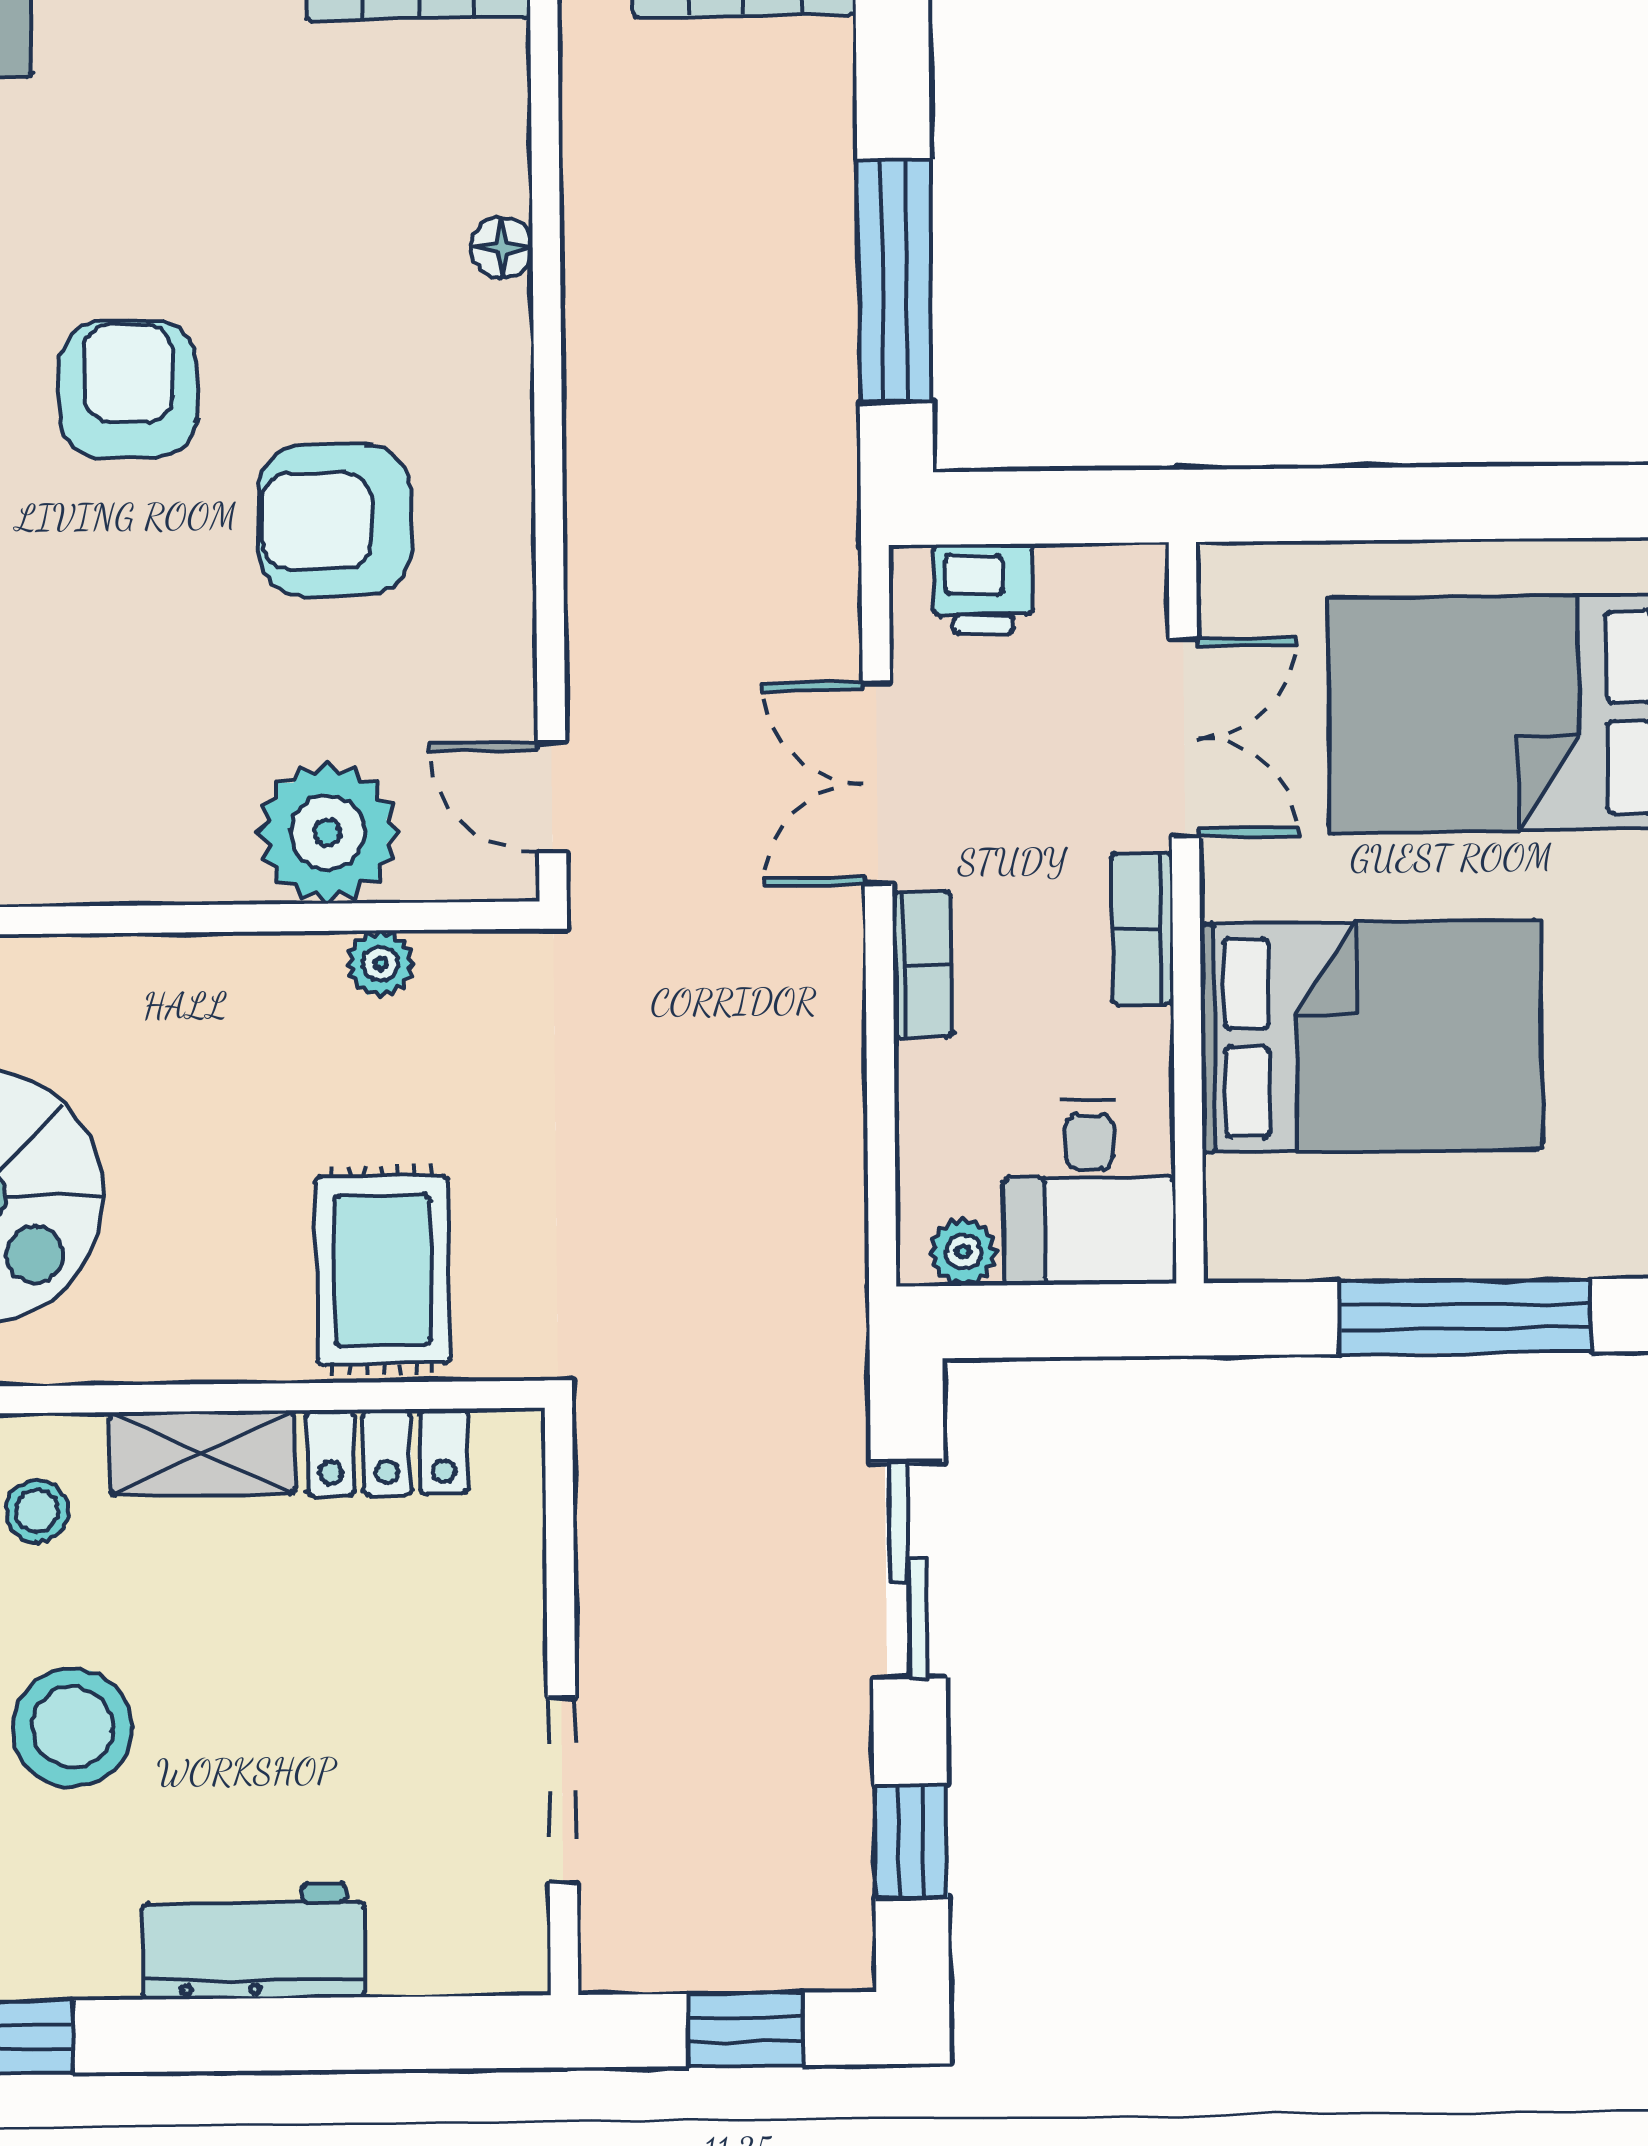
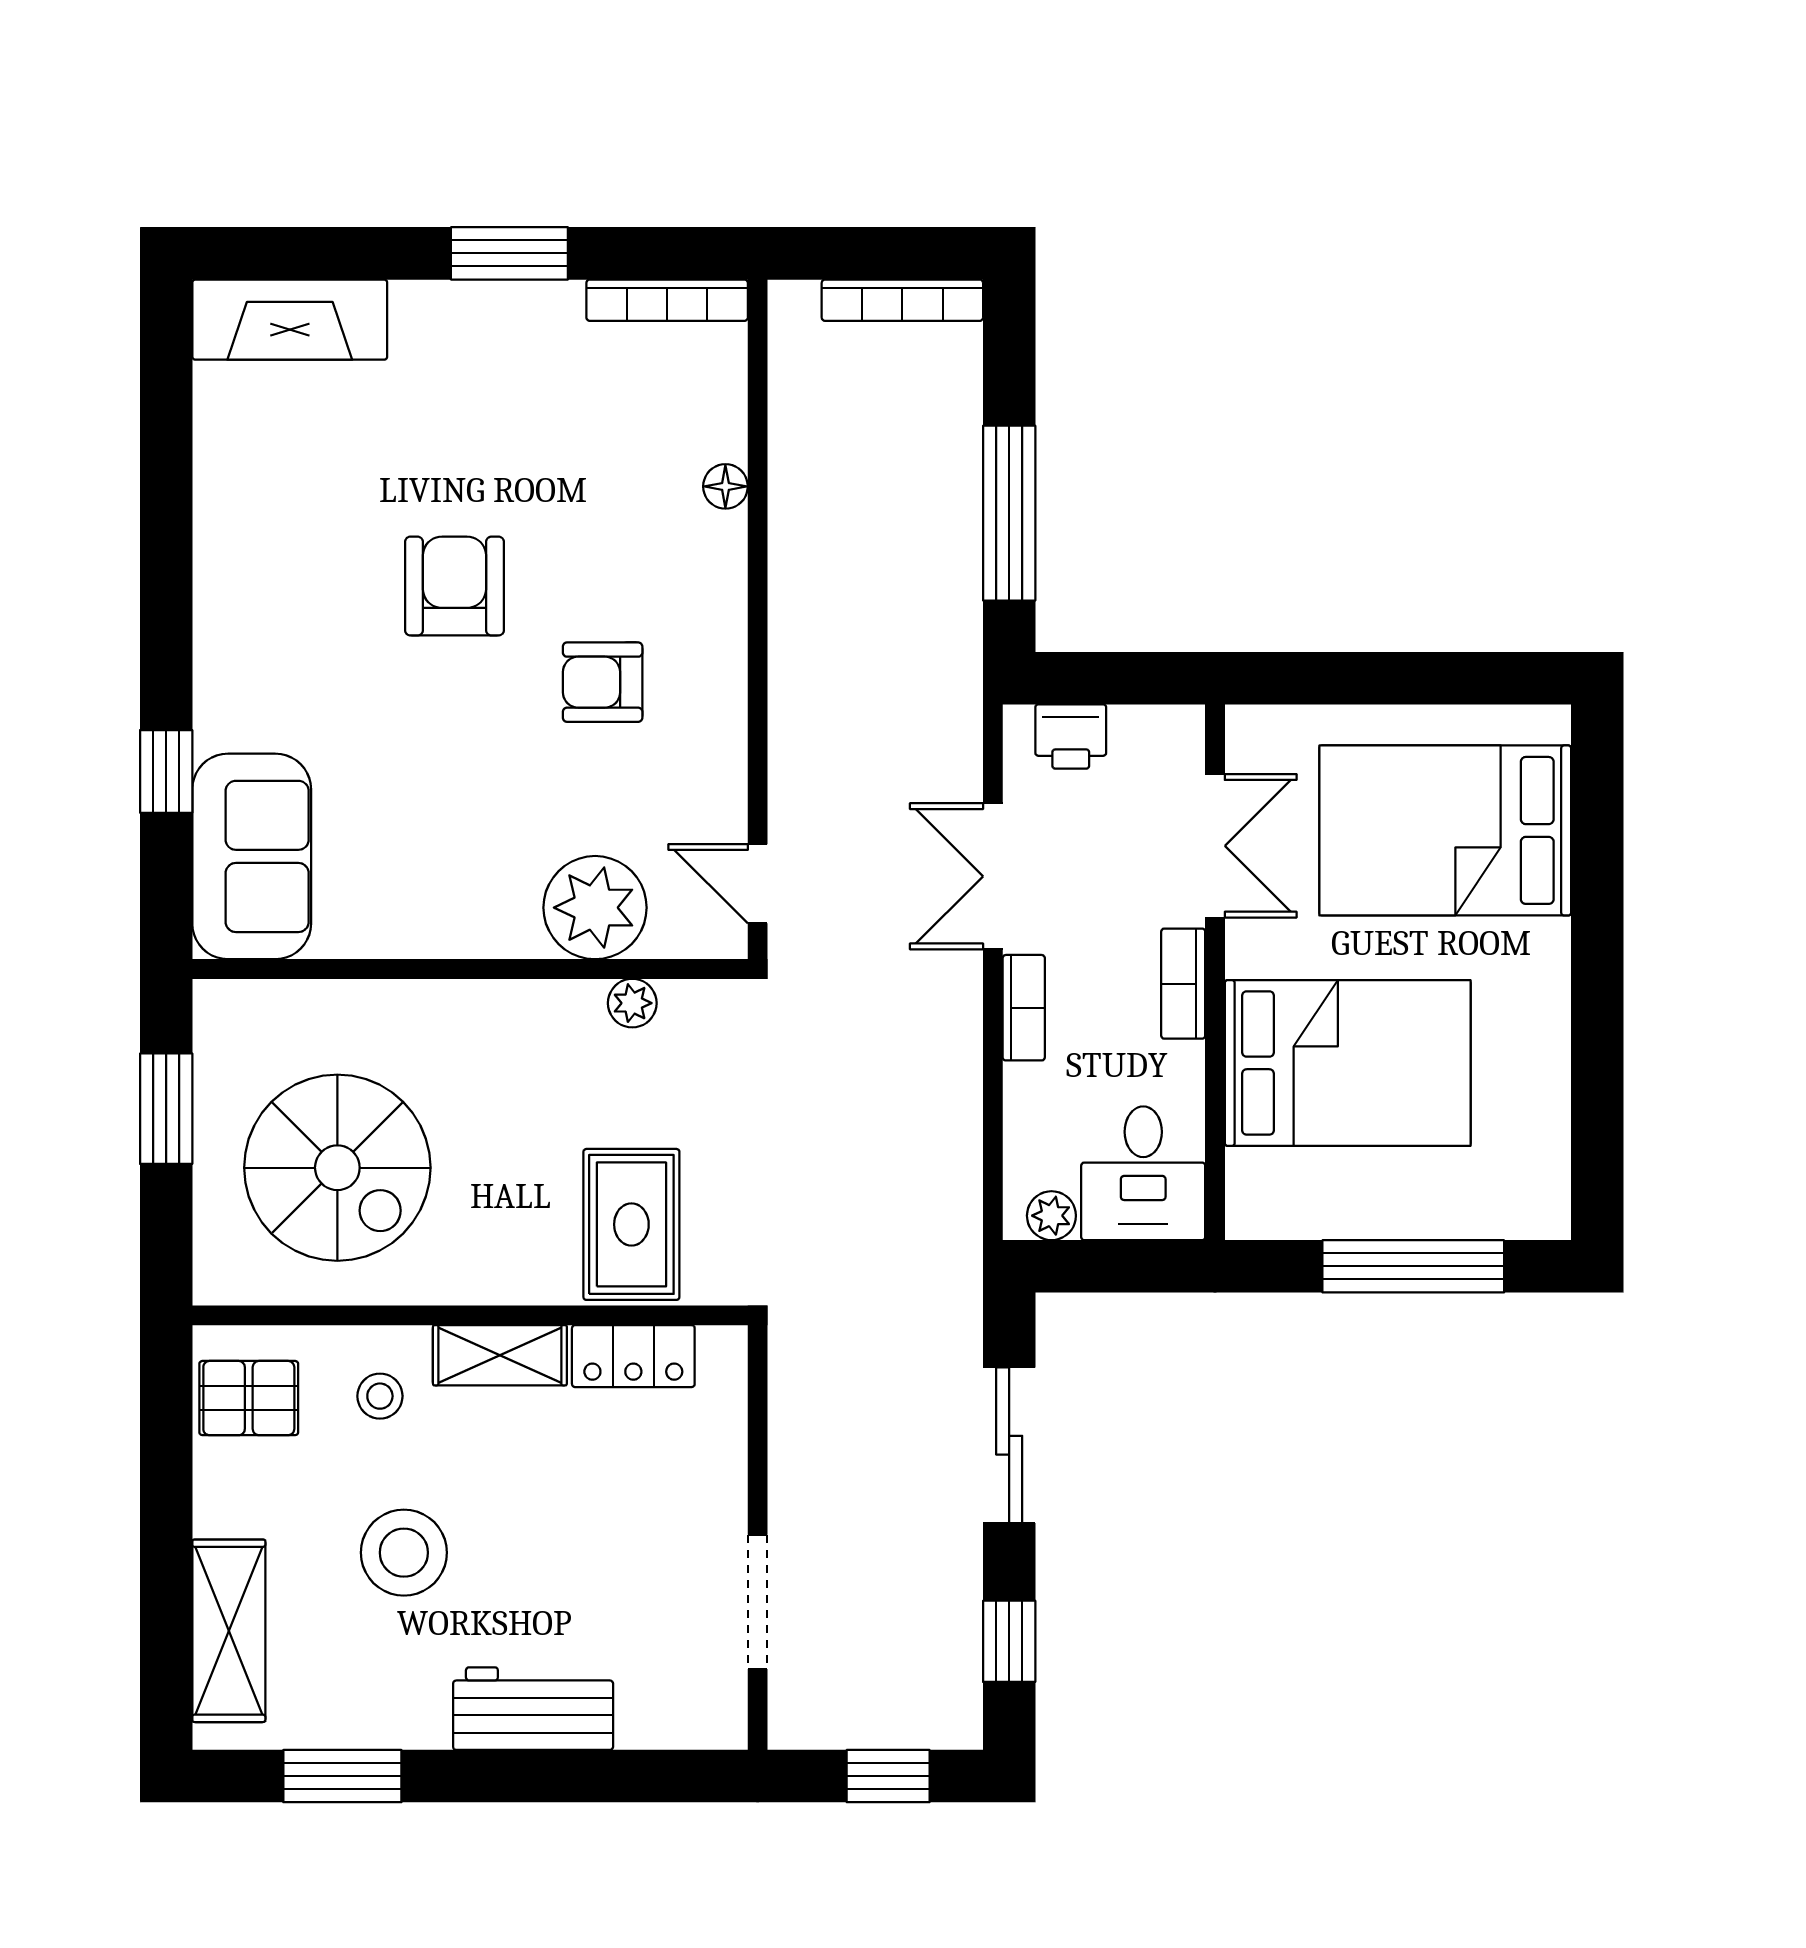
armchair: (335, 520) -> (603, 682), width x0.72, depth x0.72

